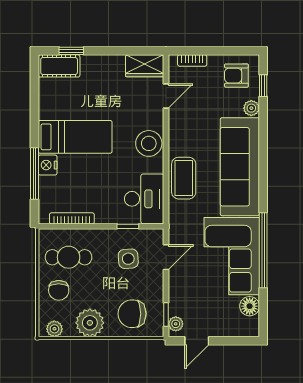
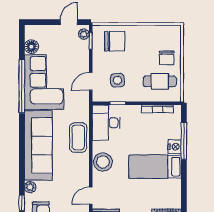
chair: (59, 290) -> (167, 58), turned 180
plant: (90, 323) -> (145, 35), removed
plant: (54, 329) -> (170, 31), removed

